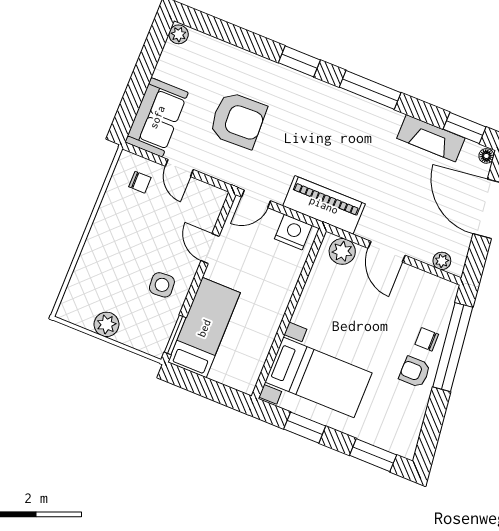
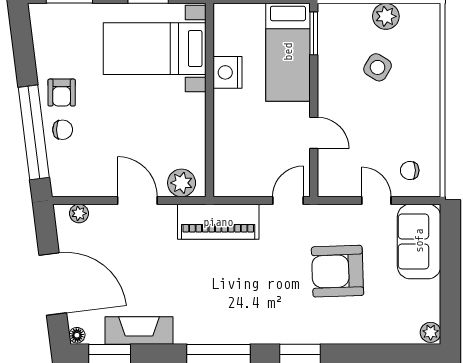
nightstand: (293, 232) -> (228, 72), moved, turned 90
side table: (162, 285) -> (378, 67), moved, turned 35
armchair: (415, 372) -> (62, 93), turned 90

